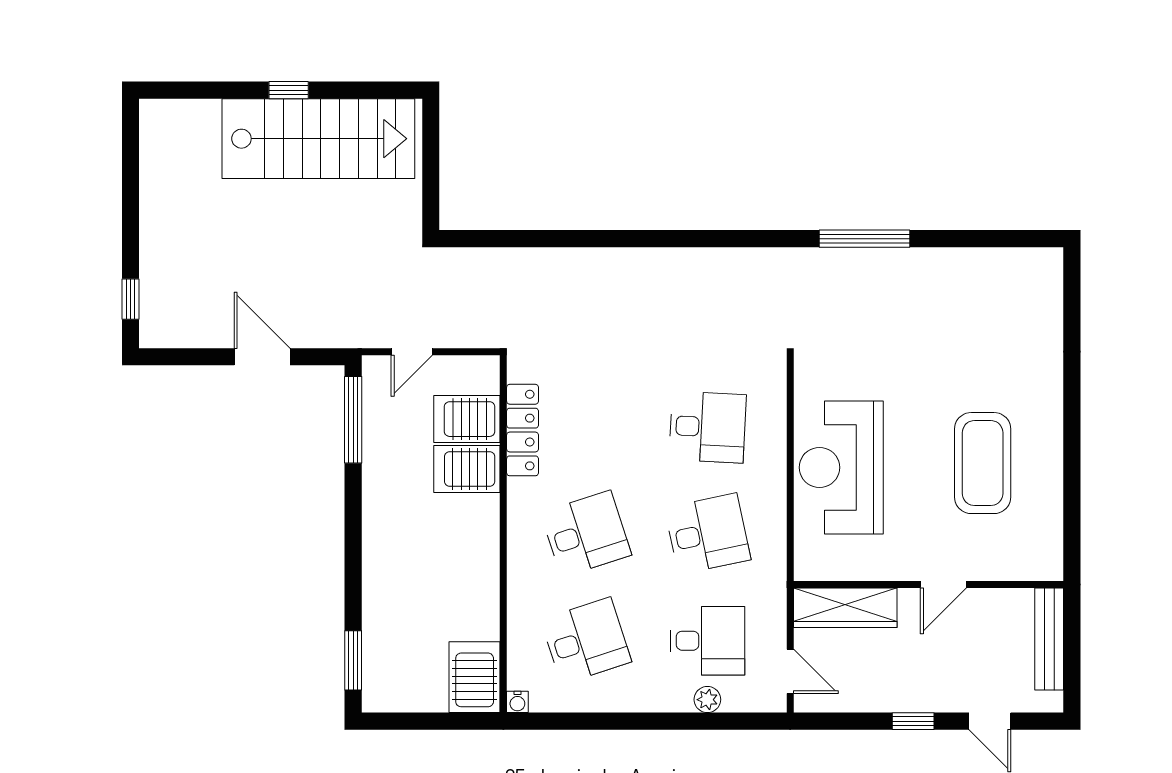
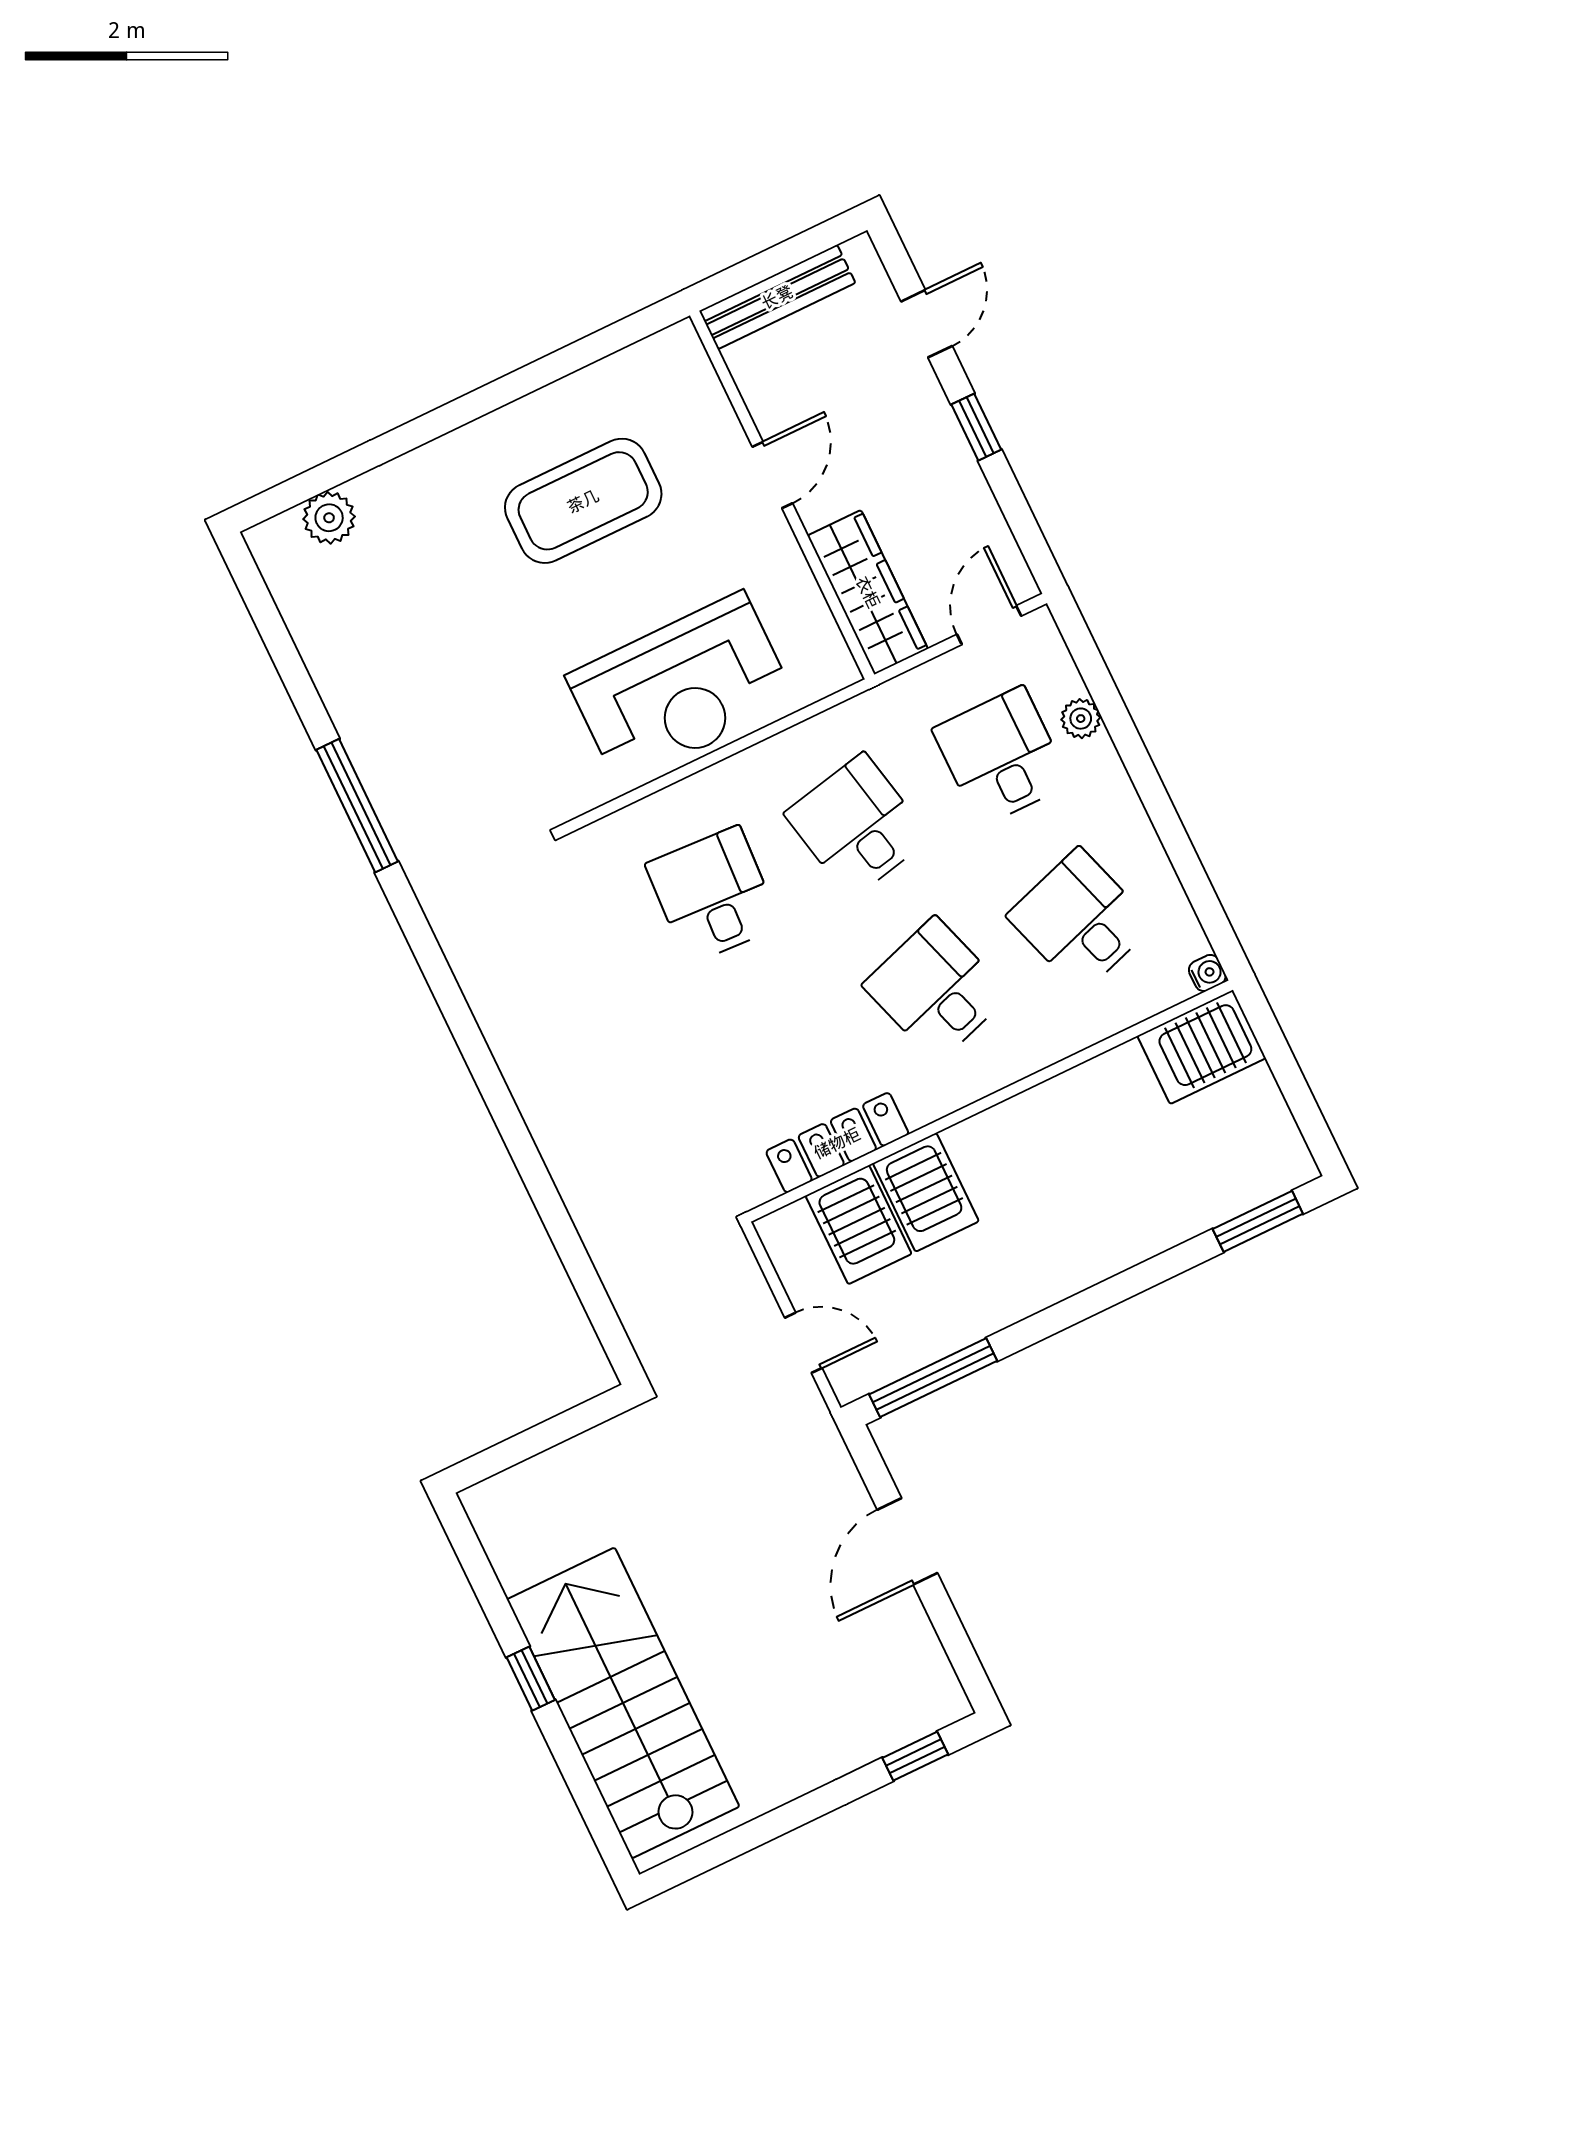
stairs: (318, 139) -> (623, 1703), moved
plant: (1046, 305) -> (329, 518), added
door: (943, 584) -> (772, 475), hinge flipped

